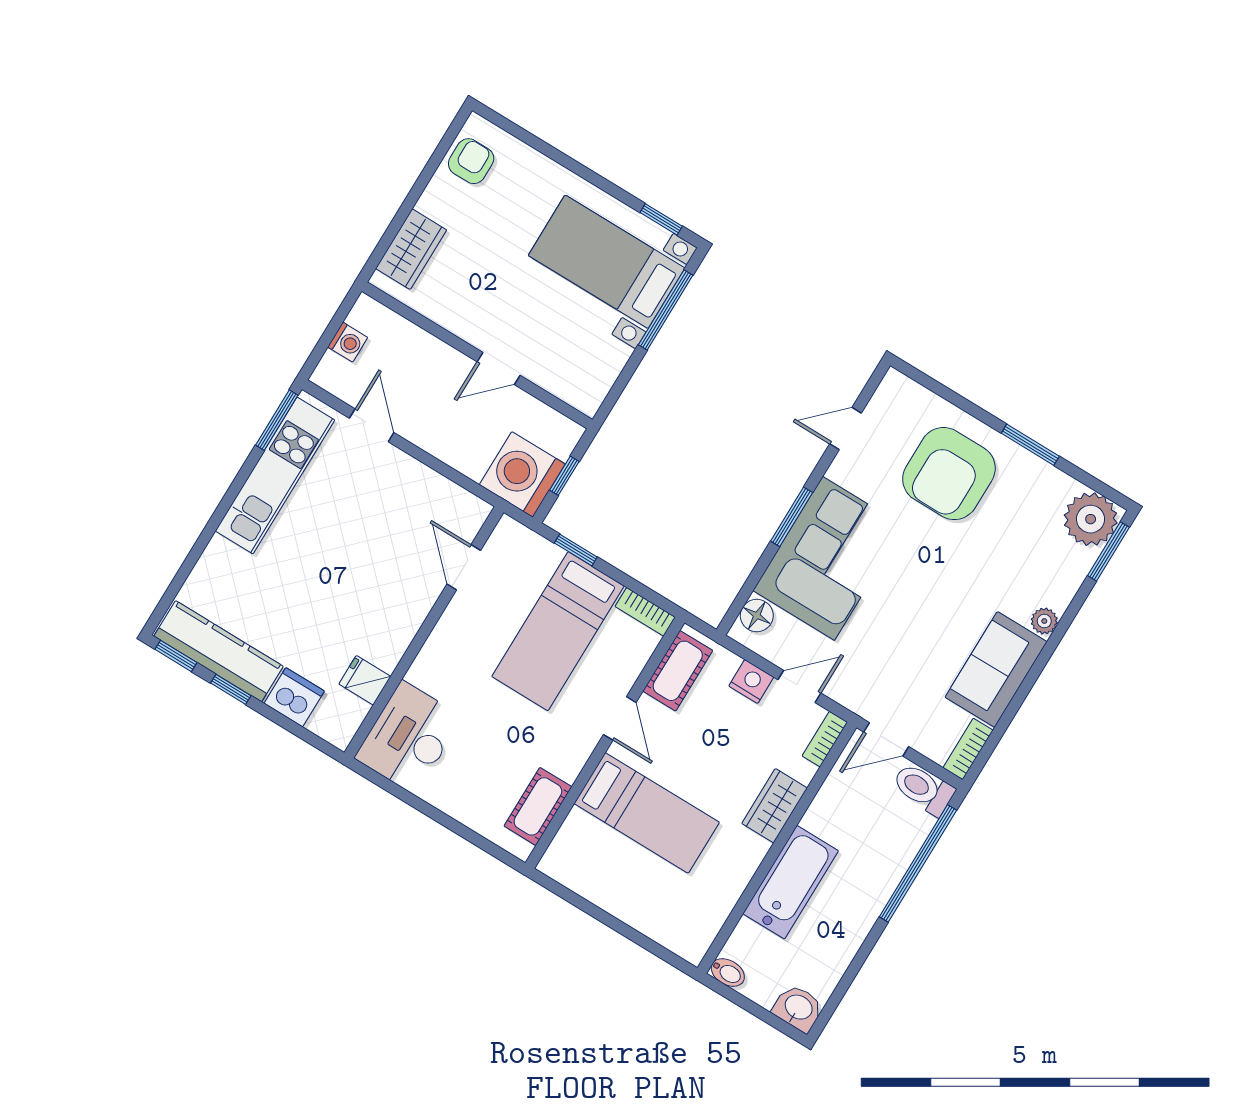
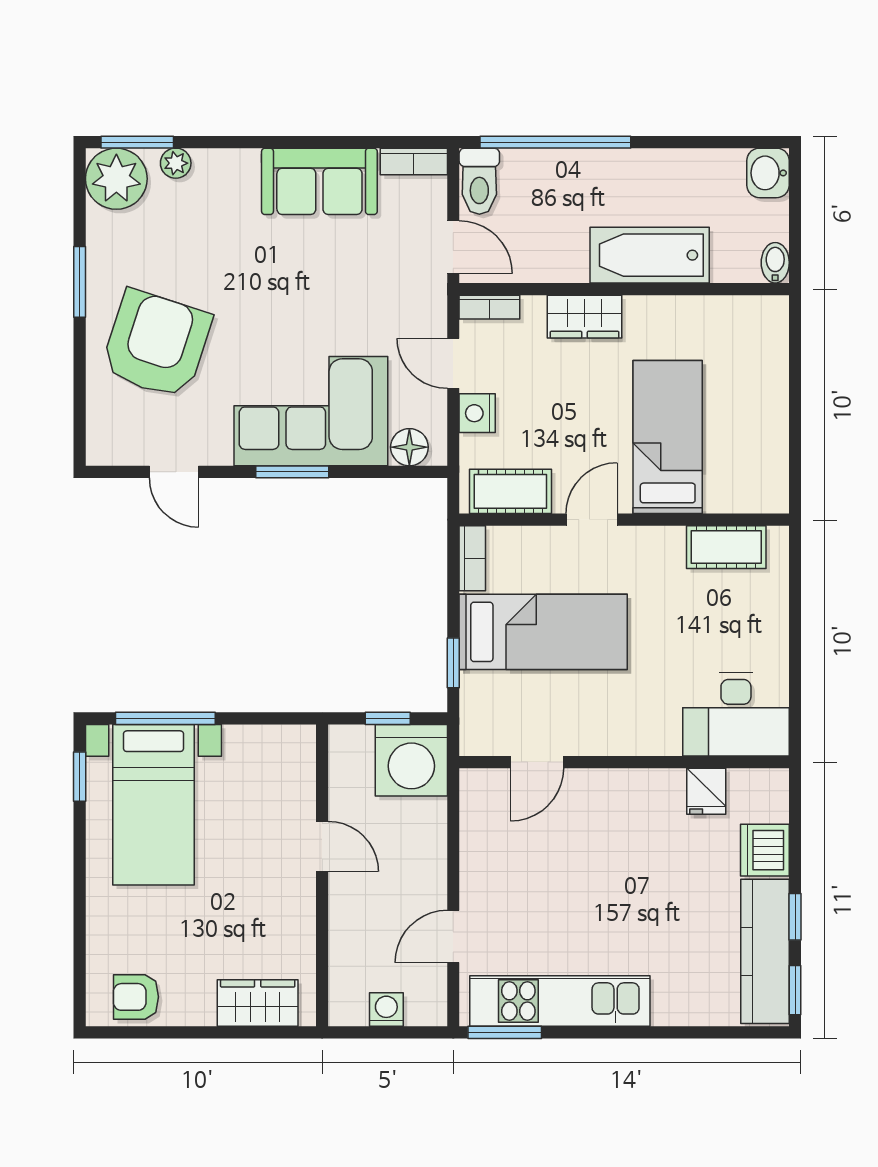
armchair: (949, 474) -> (156, 344), turned -72
plant: (1044, 621) -> (176, 163), moved

